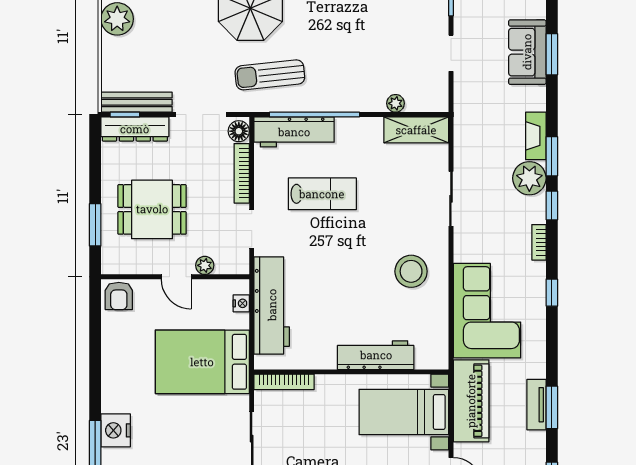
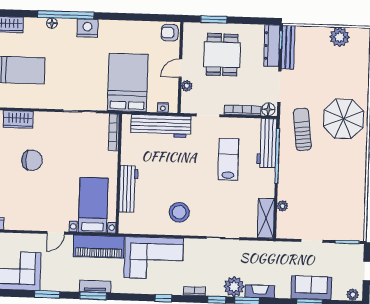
lab bench: (322, 194) -> (228, 159), turned 180

